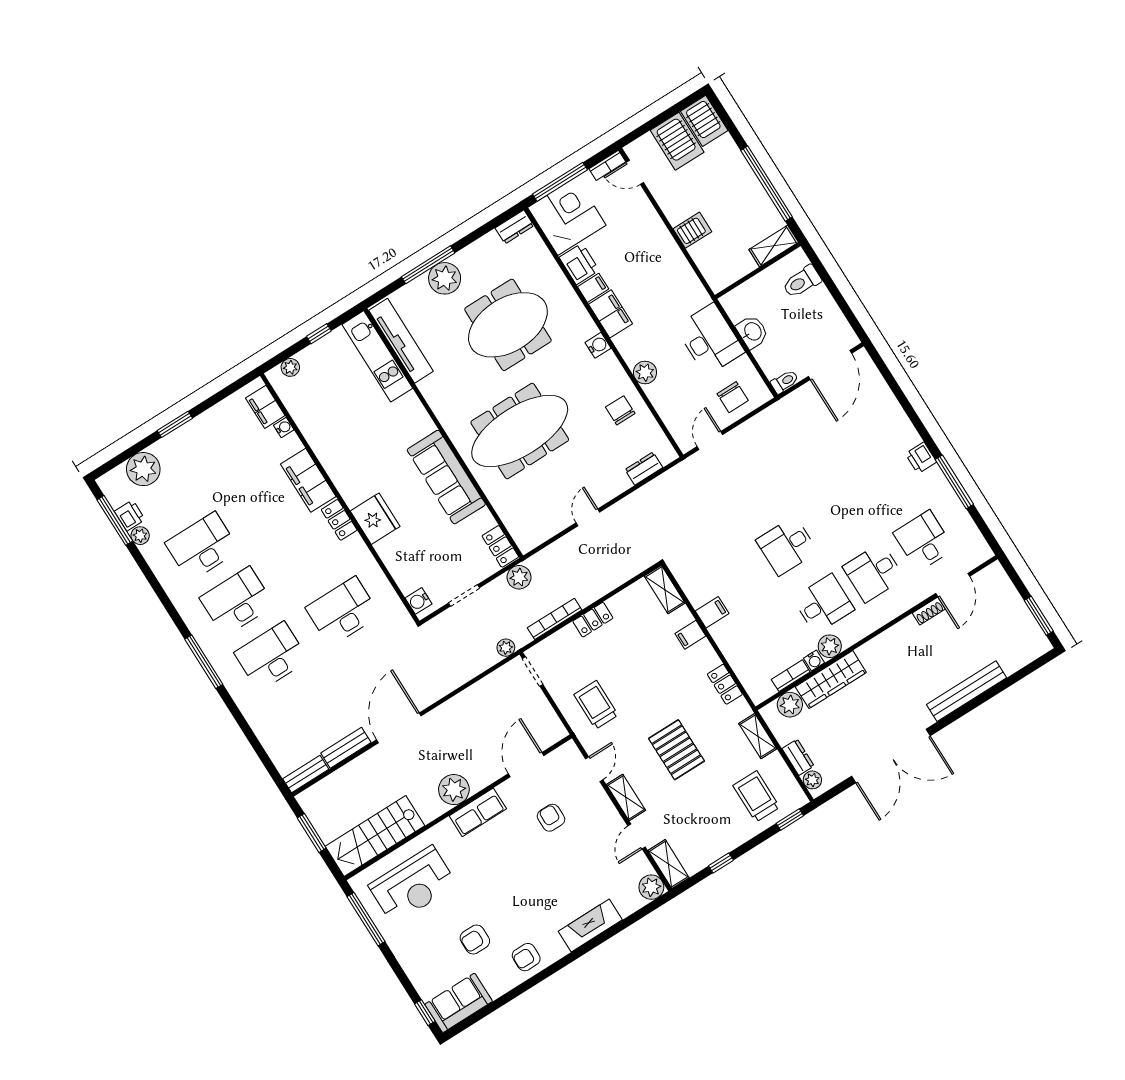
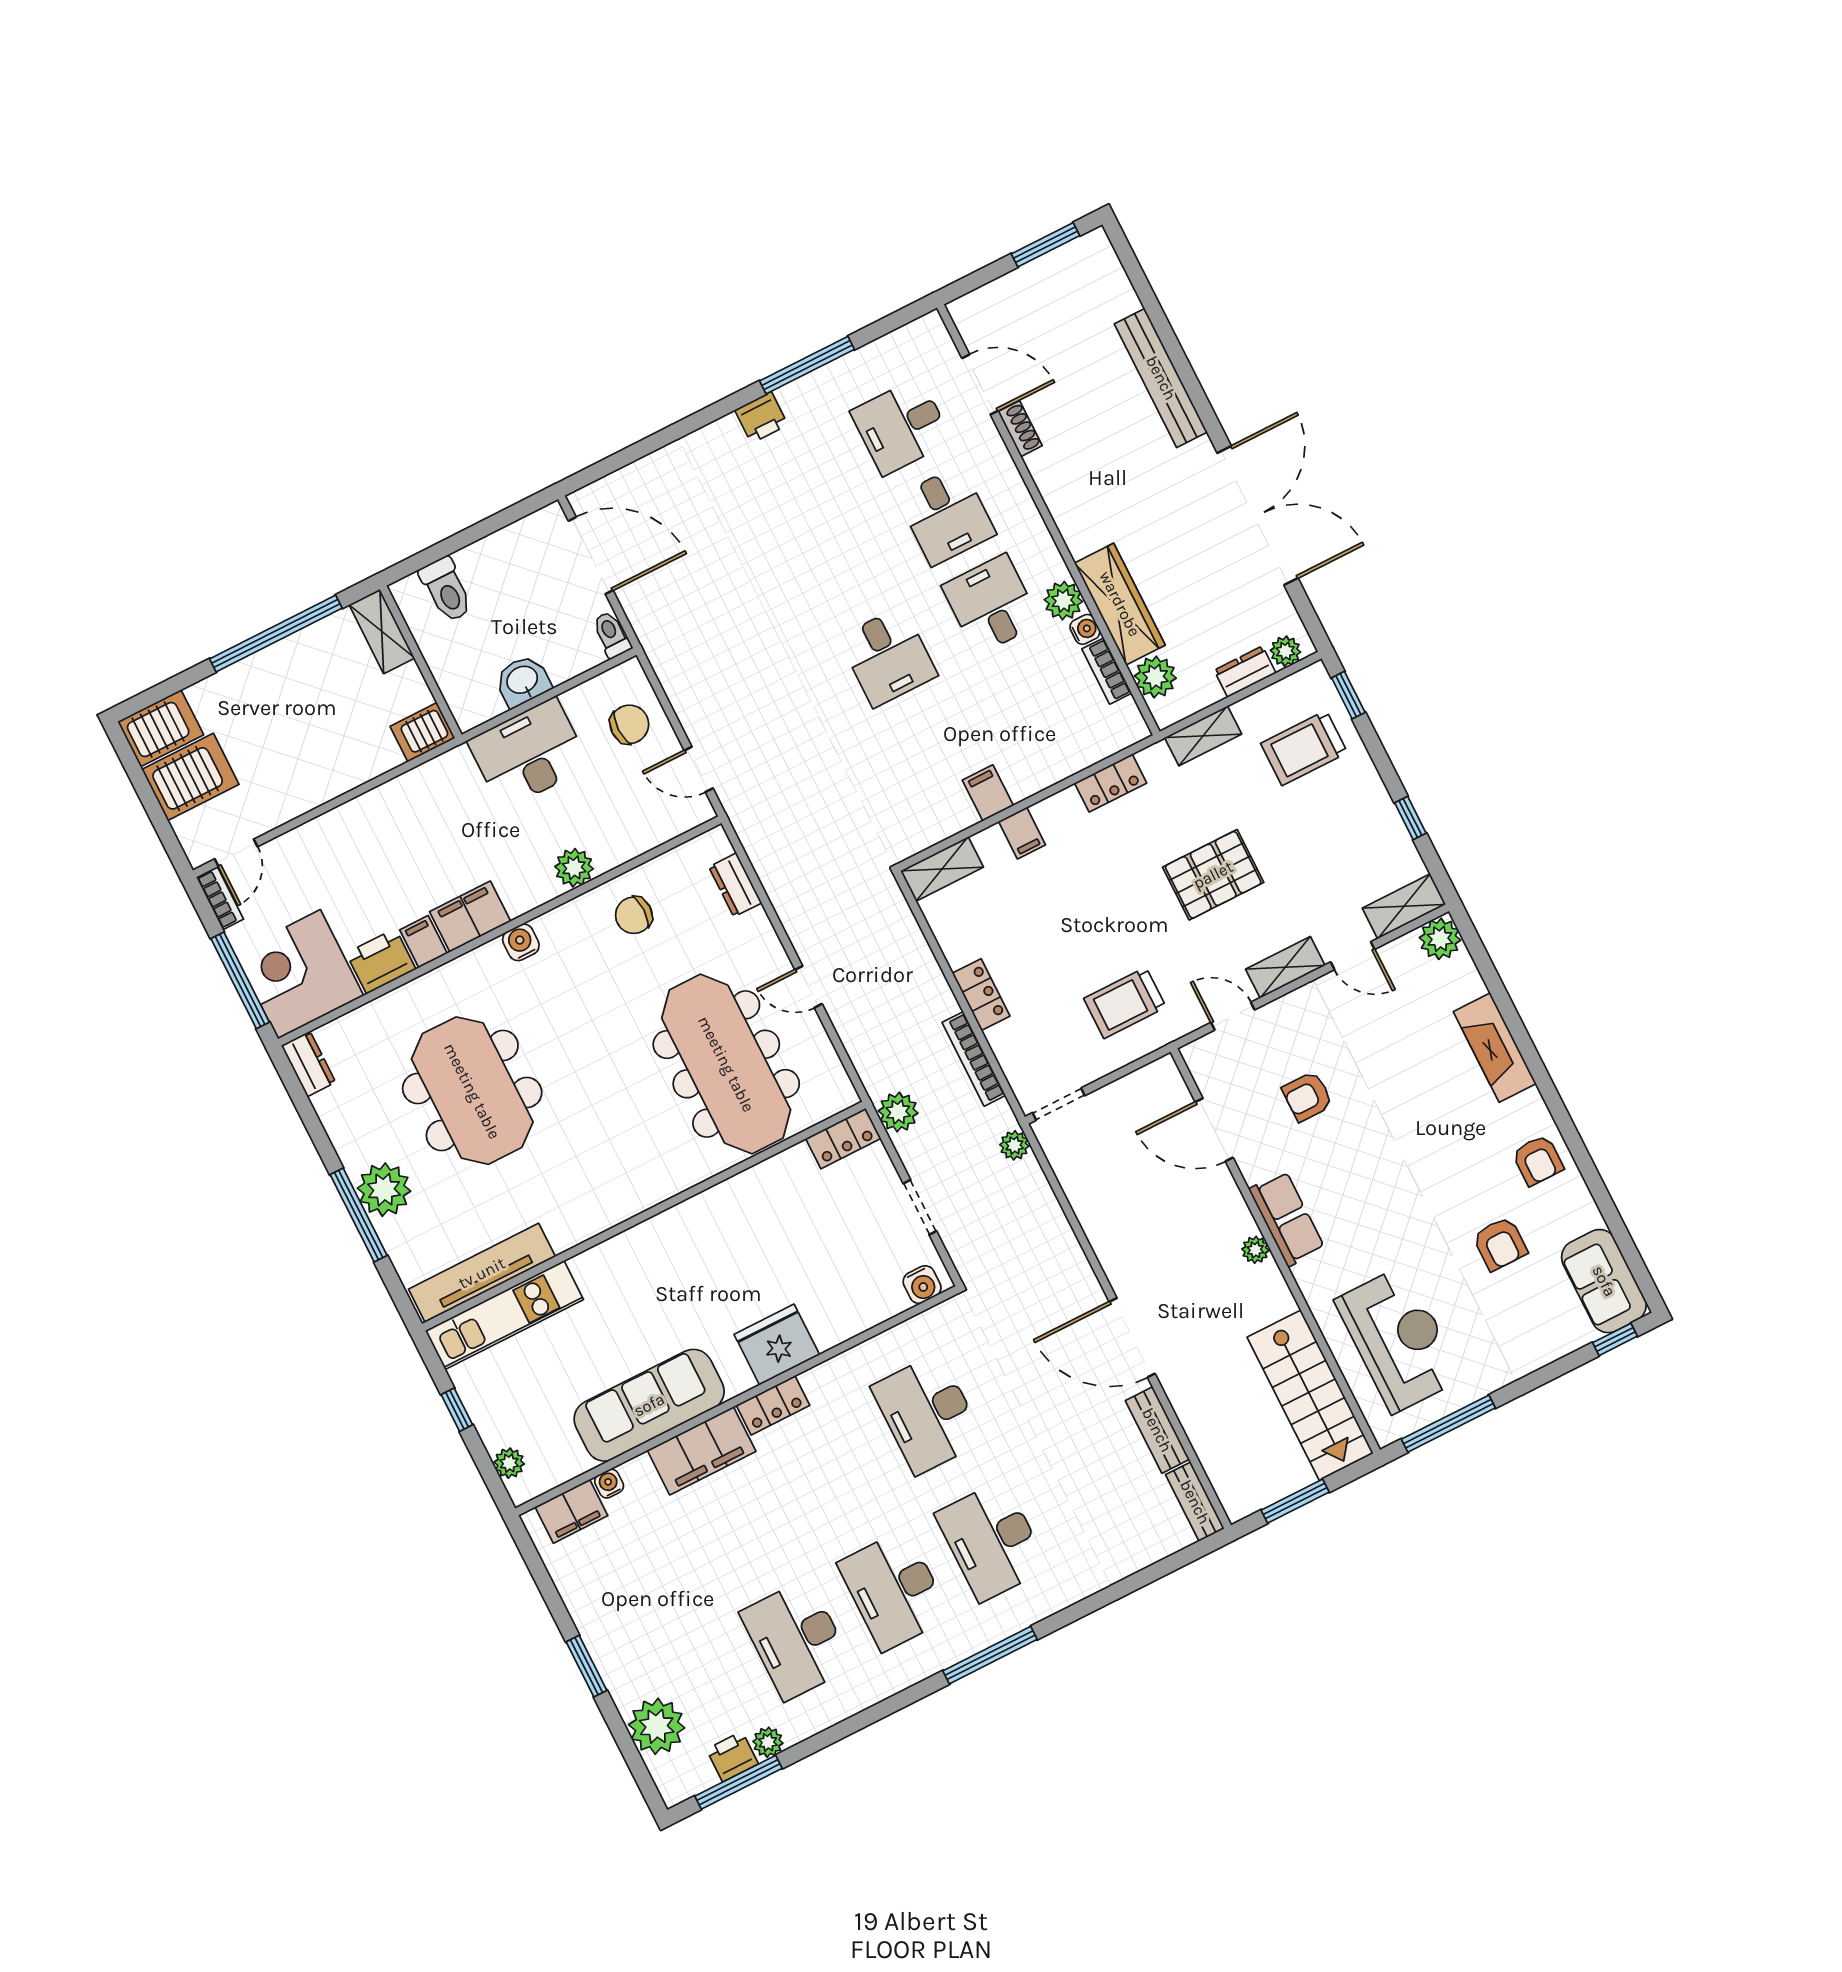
server rack: (692, 230) -> (423, 732), moved, turned -90
meeting table: (520, 431) -> (726, 1064), moved
sofa: (446, 477) -> (649, 1405), moved, turned 180
plant: (454, 790) -> (1255, 1250), width x0.53, depth x0.53

